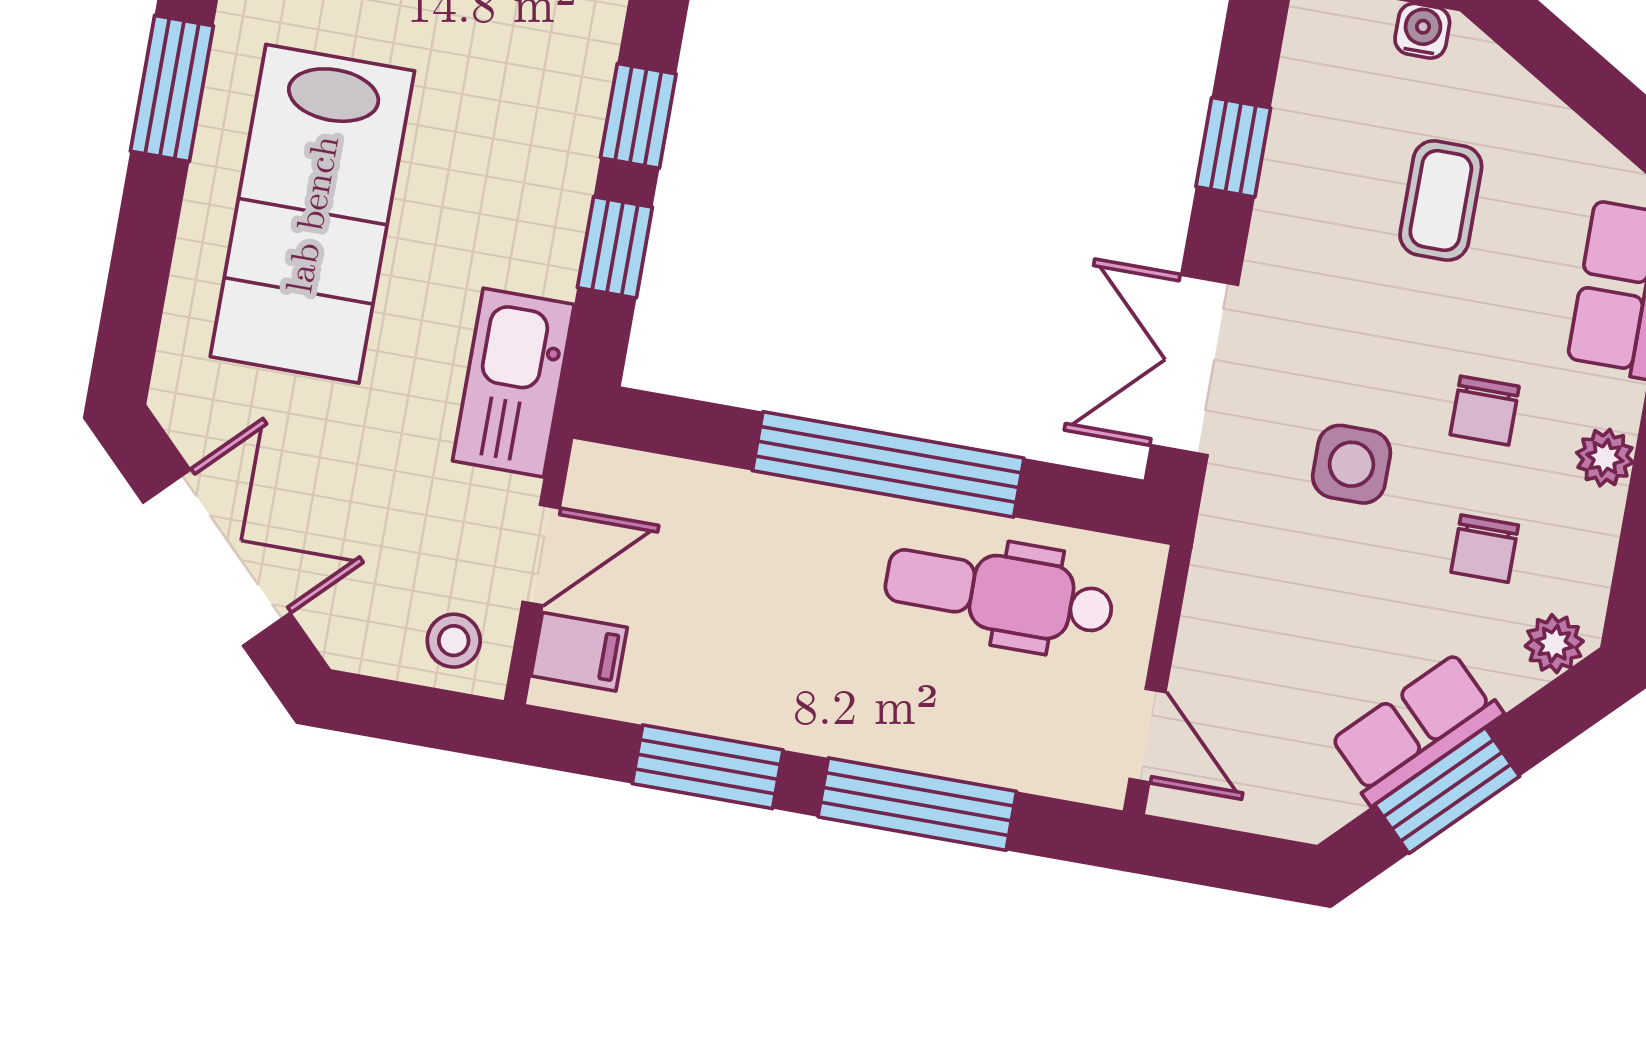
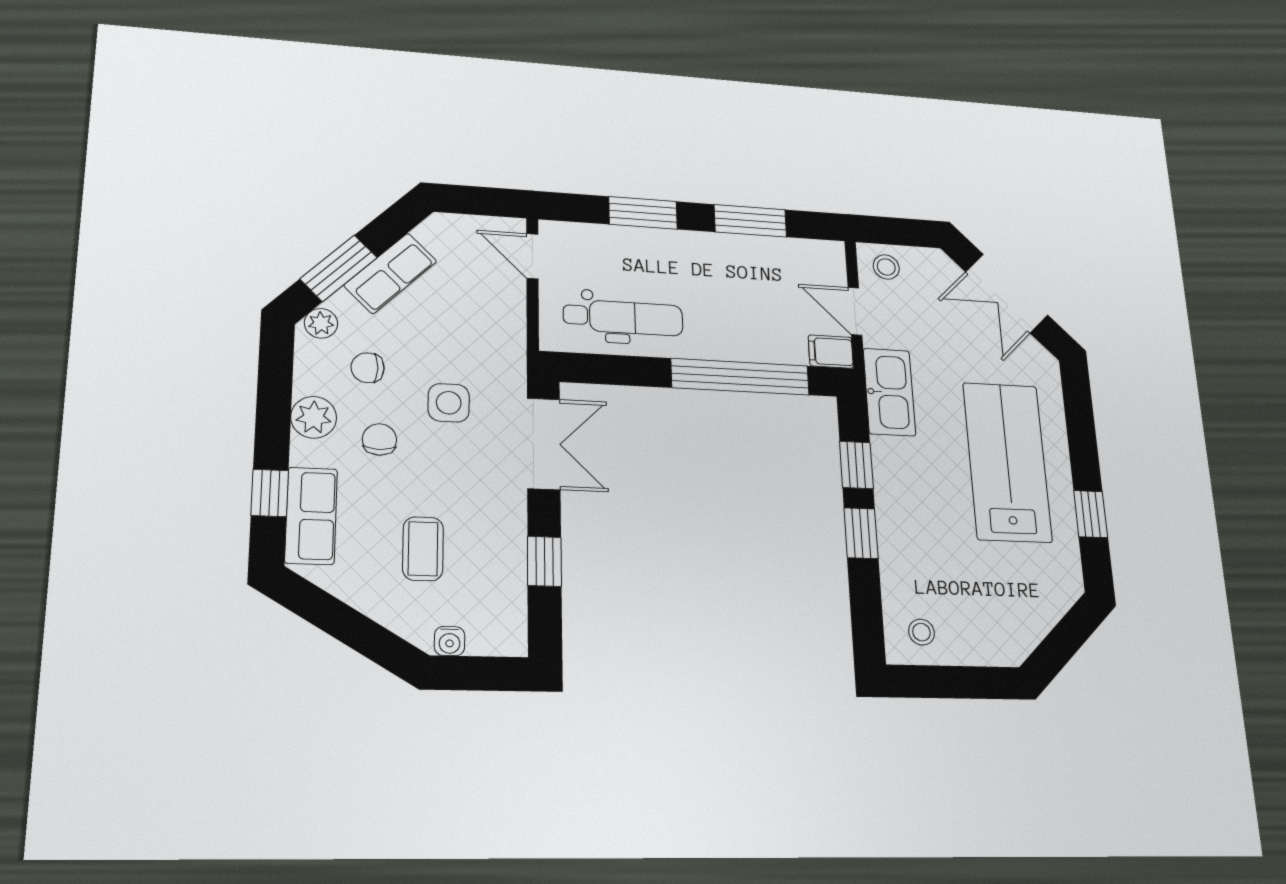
window: (172, 89) -> (1091, 514), width x0.67
plant: (1605, 458) -> (314, 417), width x1.38, depth x1.38
window: (888, 464) -> (740, 377), moved
chair: (1485, 549) -> (368, 368), turned -90
door: (541, 555) -> (855, 311), hinge flipped
filing cabinet: (579, 652) -> (831, 352), moved
window: (1447, 790) -> (339, 268), moved
window: (917, 804) -> (643, 213), width x0.69

